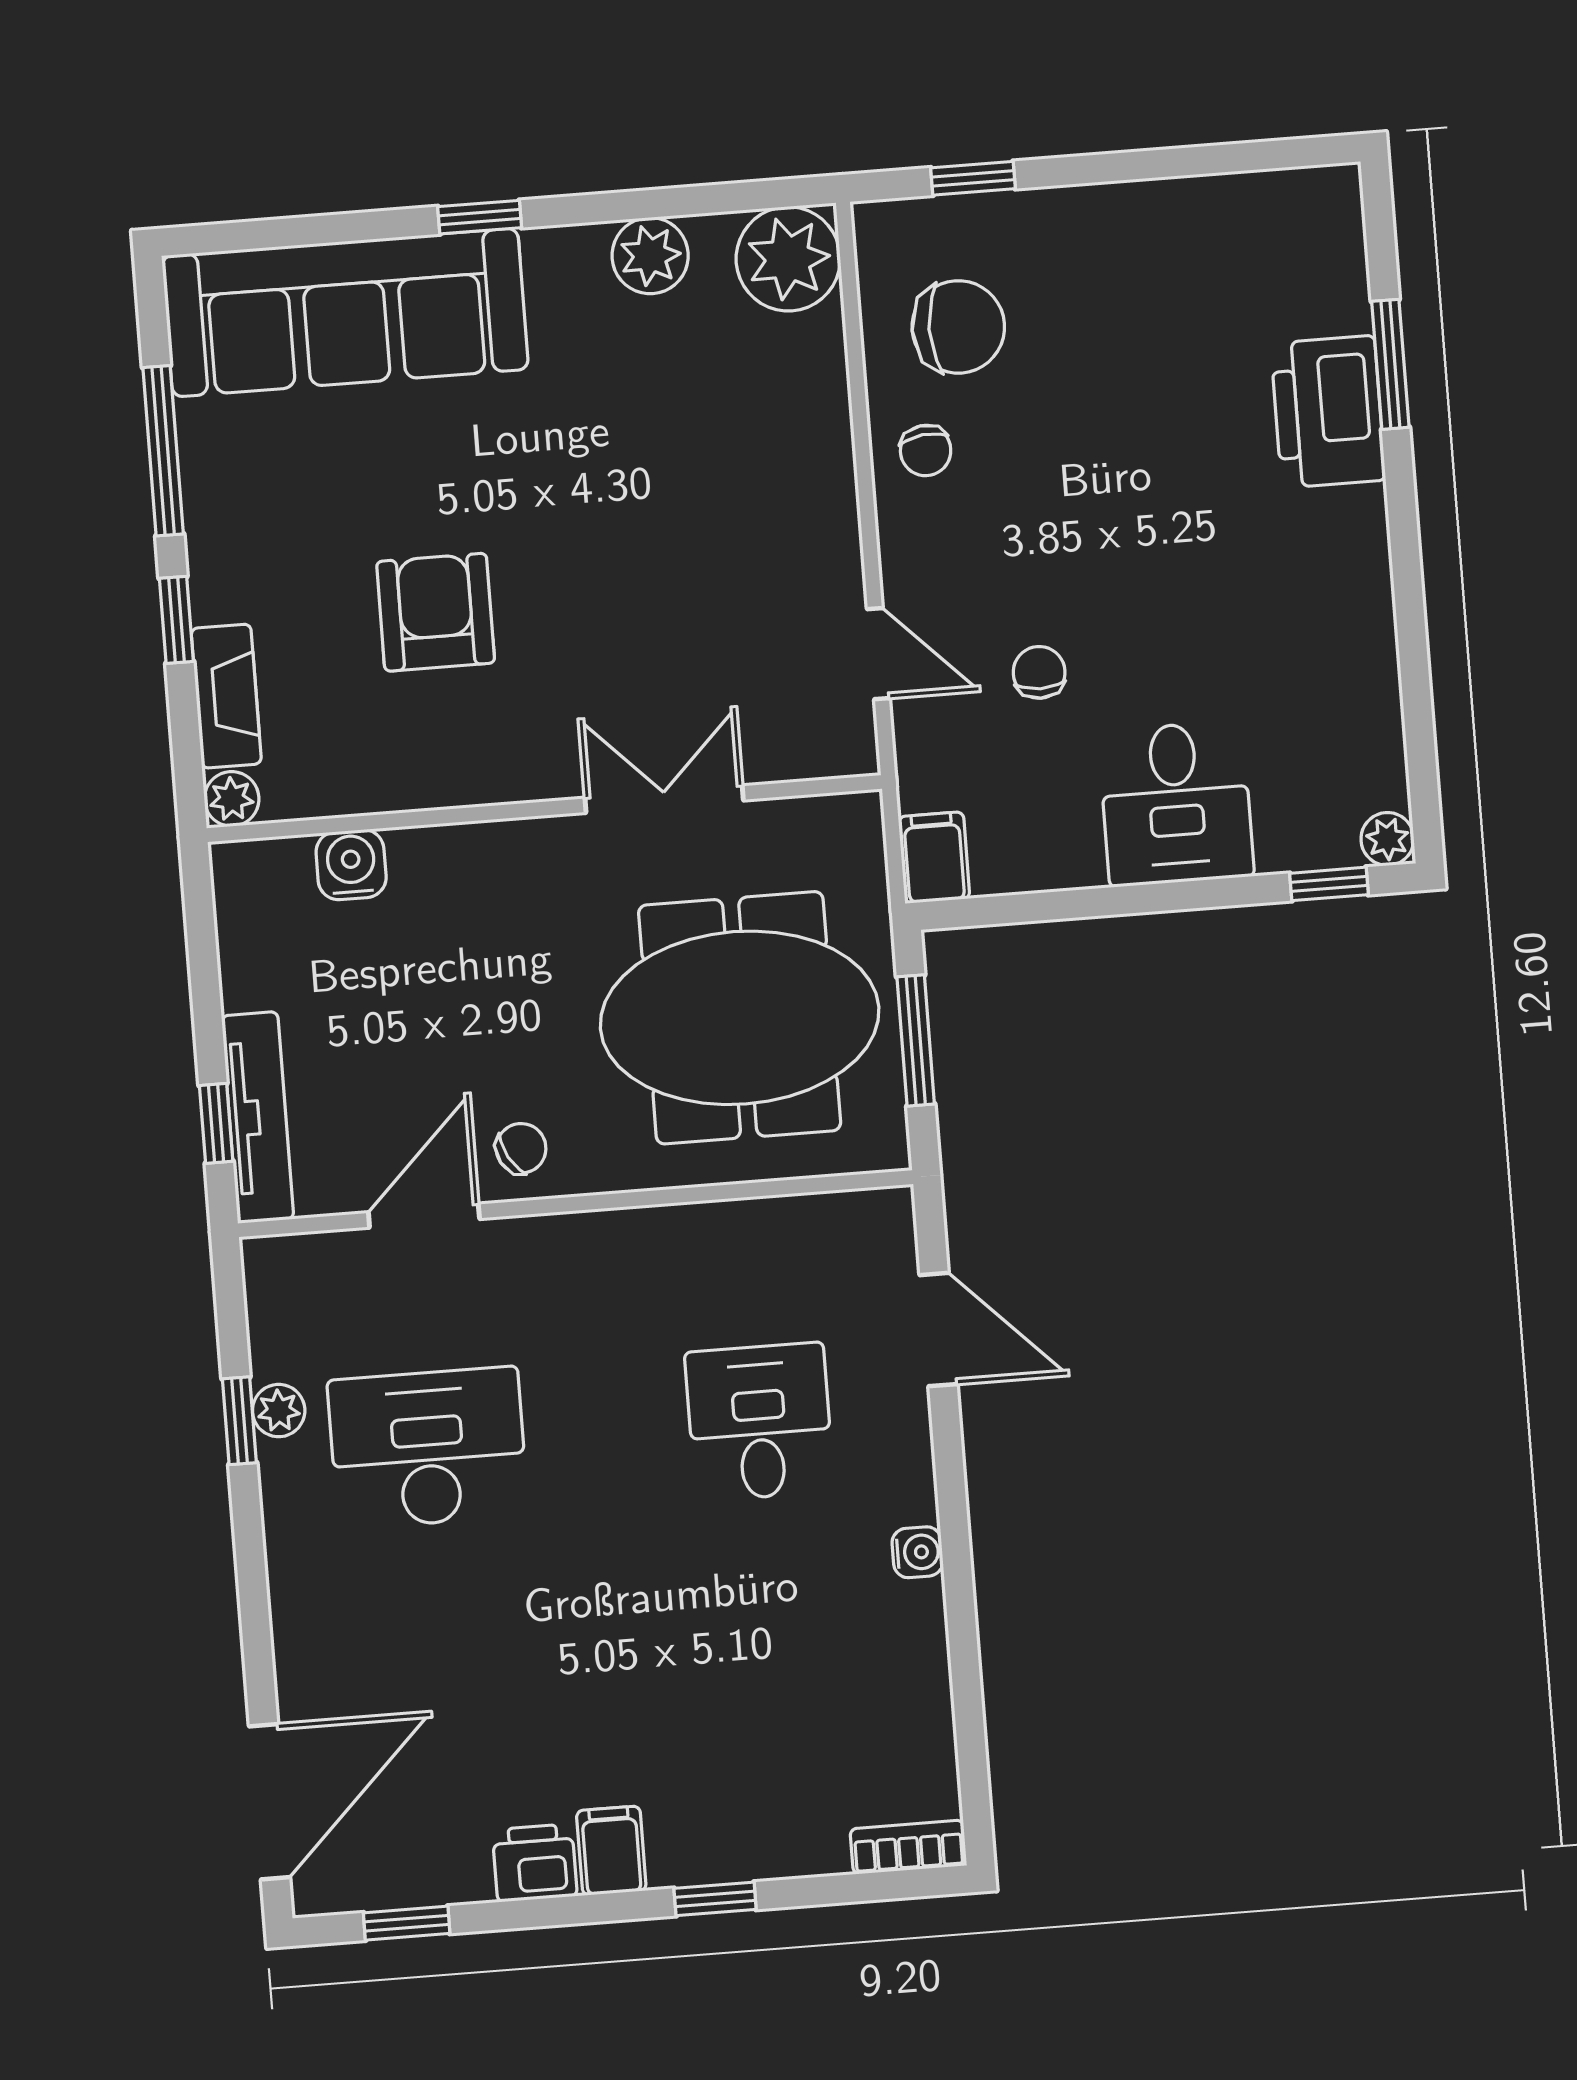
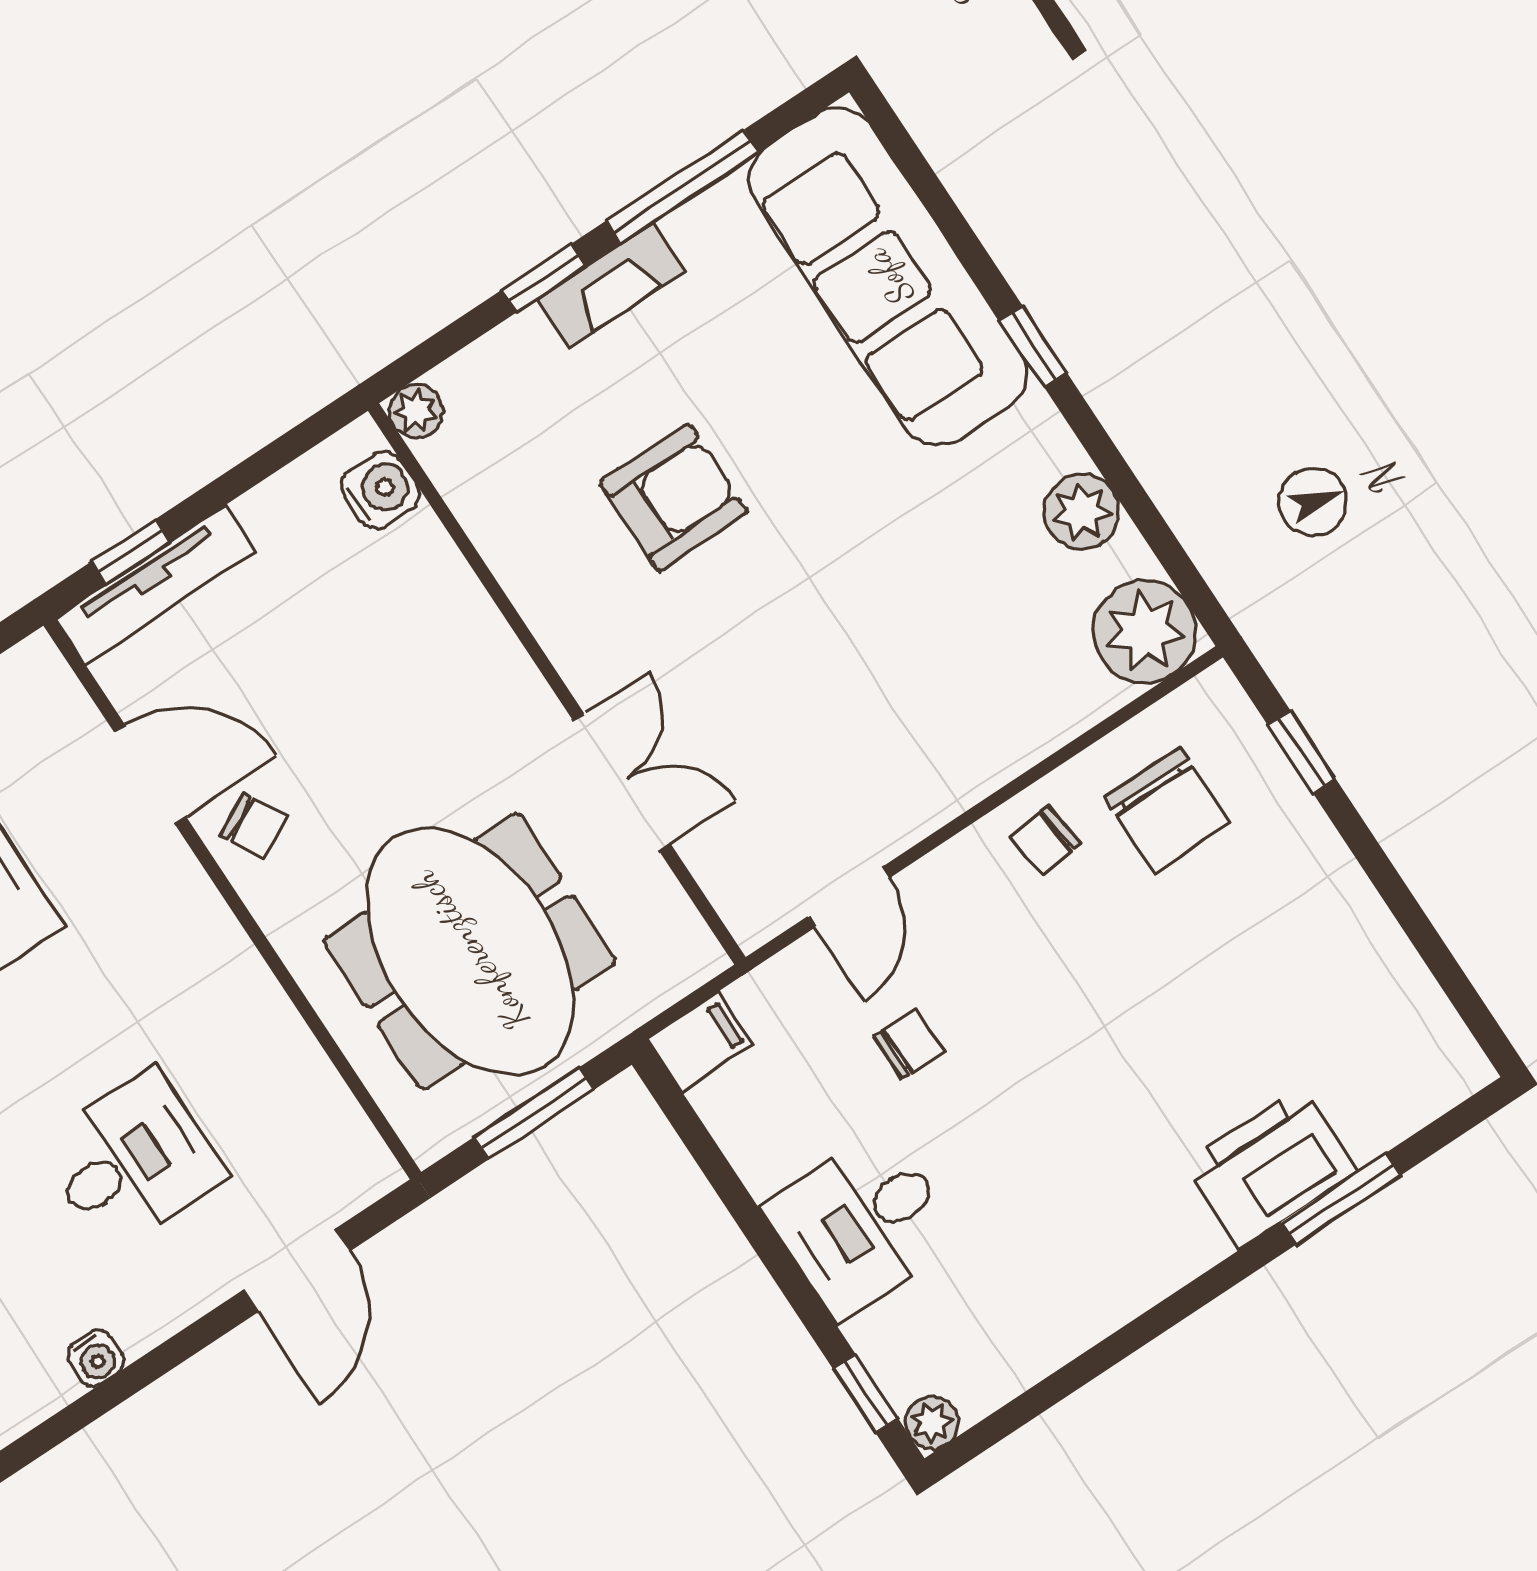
fireplace: (226, 696) -> (611, 285), moved
water cooler: (351, 865) -> (380, 490), moved

